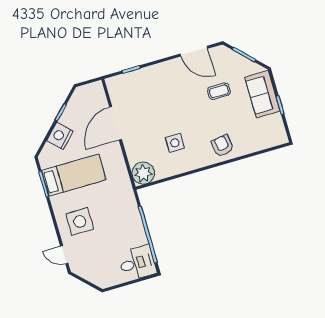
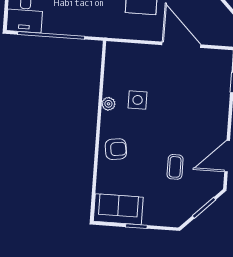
sofa: (262, 94) -> (118, 209), moved
plant: (143, 173) -> (108, 104), moved, width x0.53, depth x0.53

